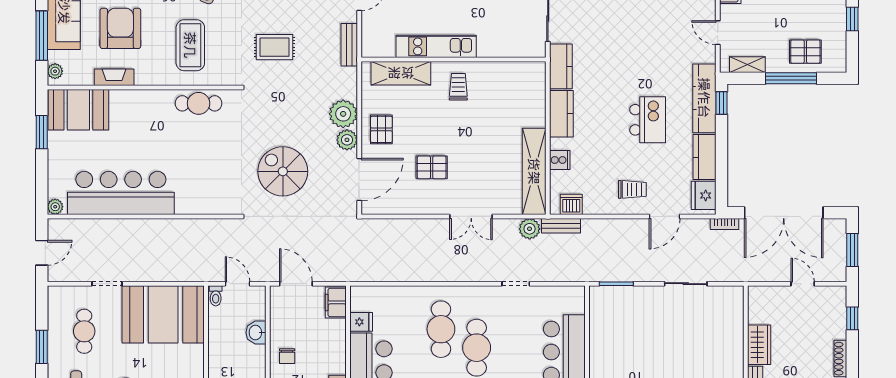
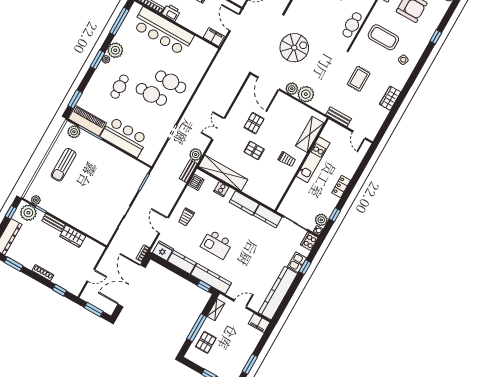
pallet: (381, 129) -> (254, 150), moved
door: (296, 284) -> (235, 22), swing flipped
fridge: (361, 322) -> (197, 44), removed

